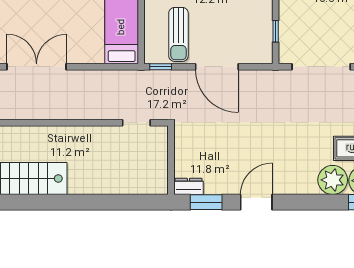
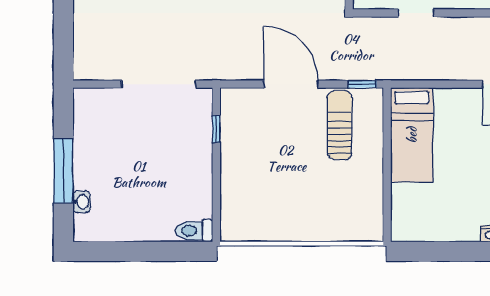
doorway: (136, 123) -> (416, 13), moved

